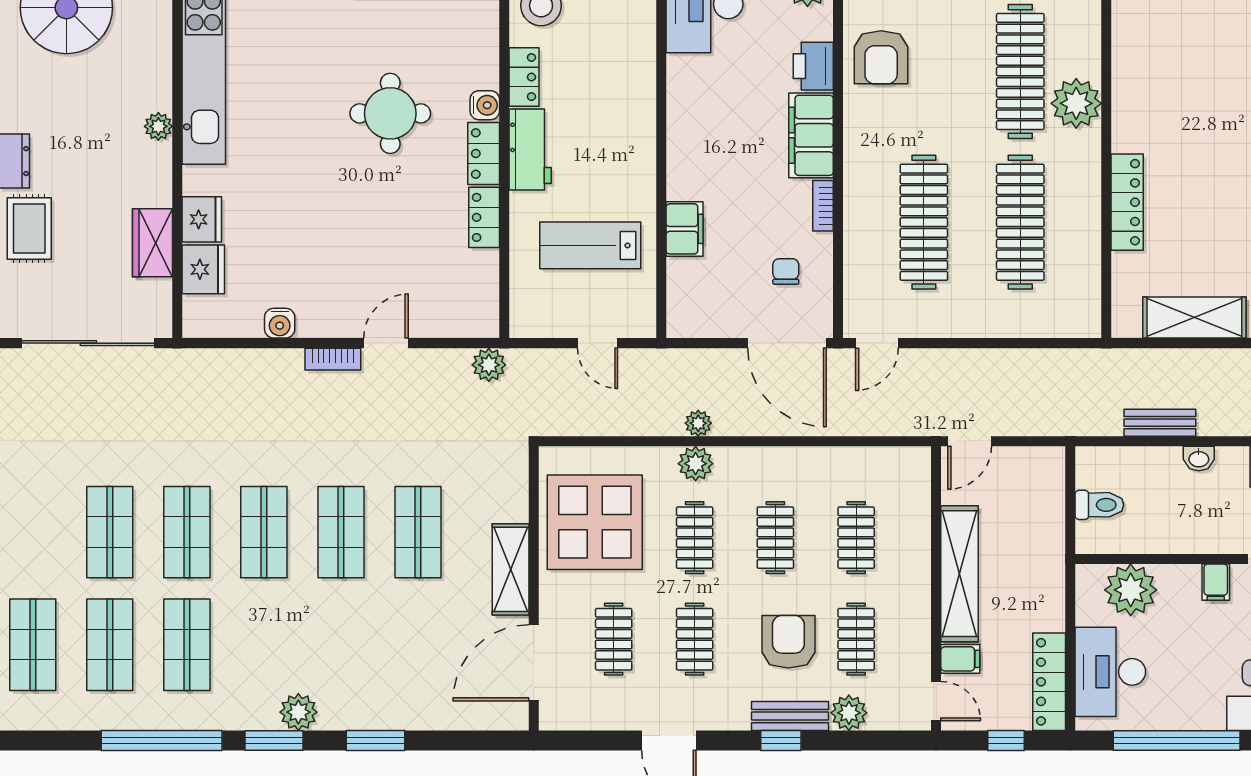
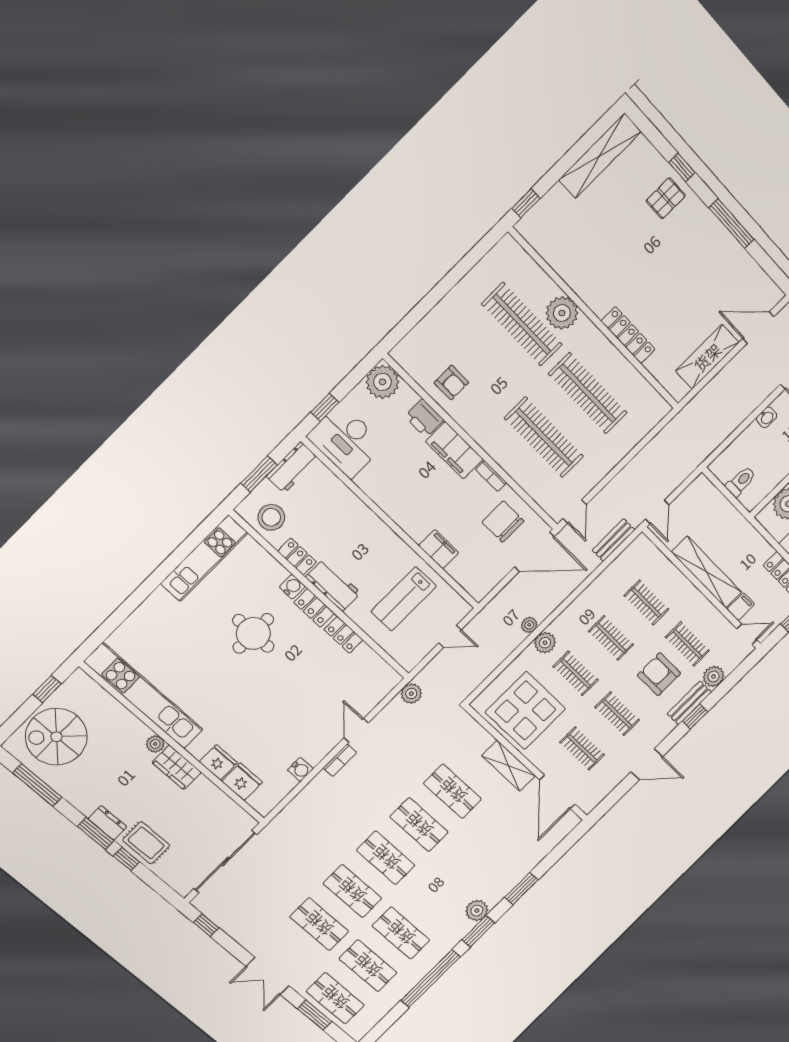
armchair: (881, 57) -> (451, 383), width x0.72, depth x0.72
wardrobe: (152, 243) -> (177, 767), moved
chair: (786, 271) -> (503, 522), width x1.87, depth x1.87
bench: (1160, 423) -> (614, 540), moved

